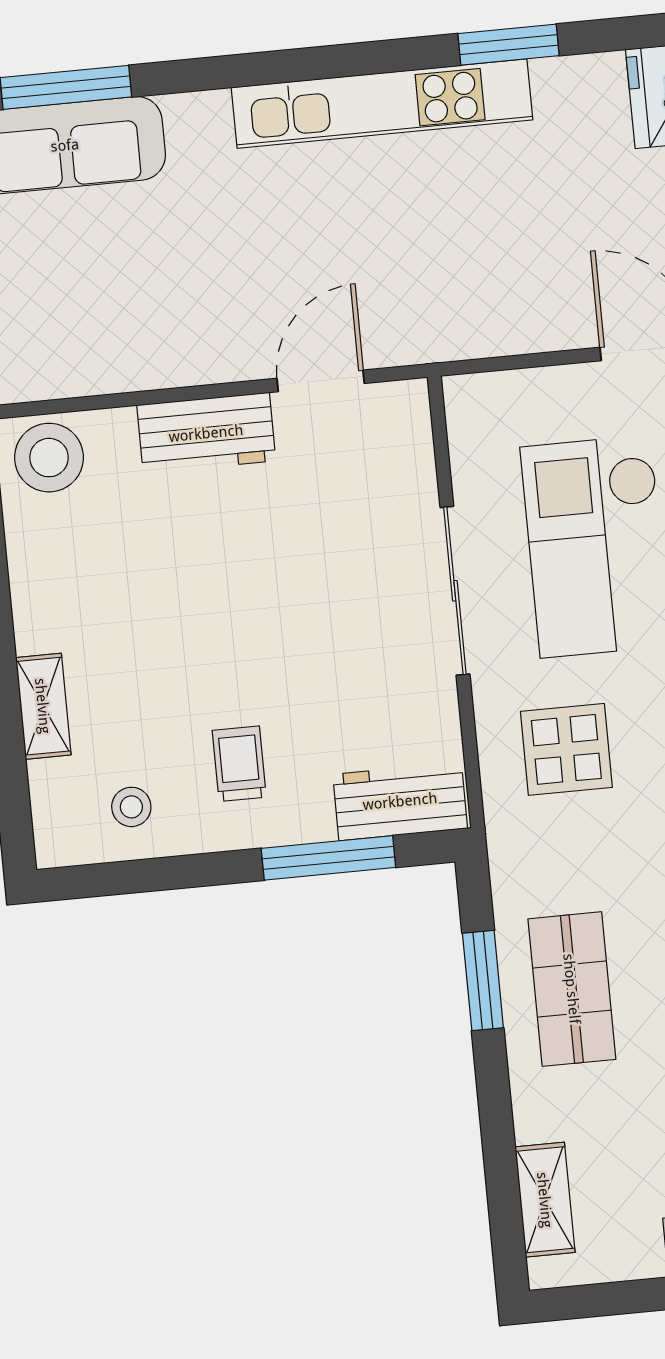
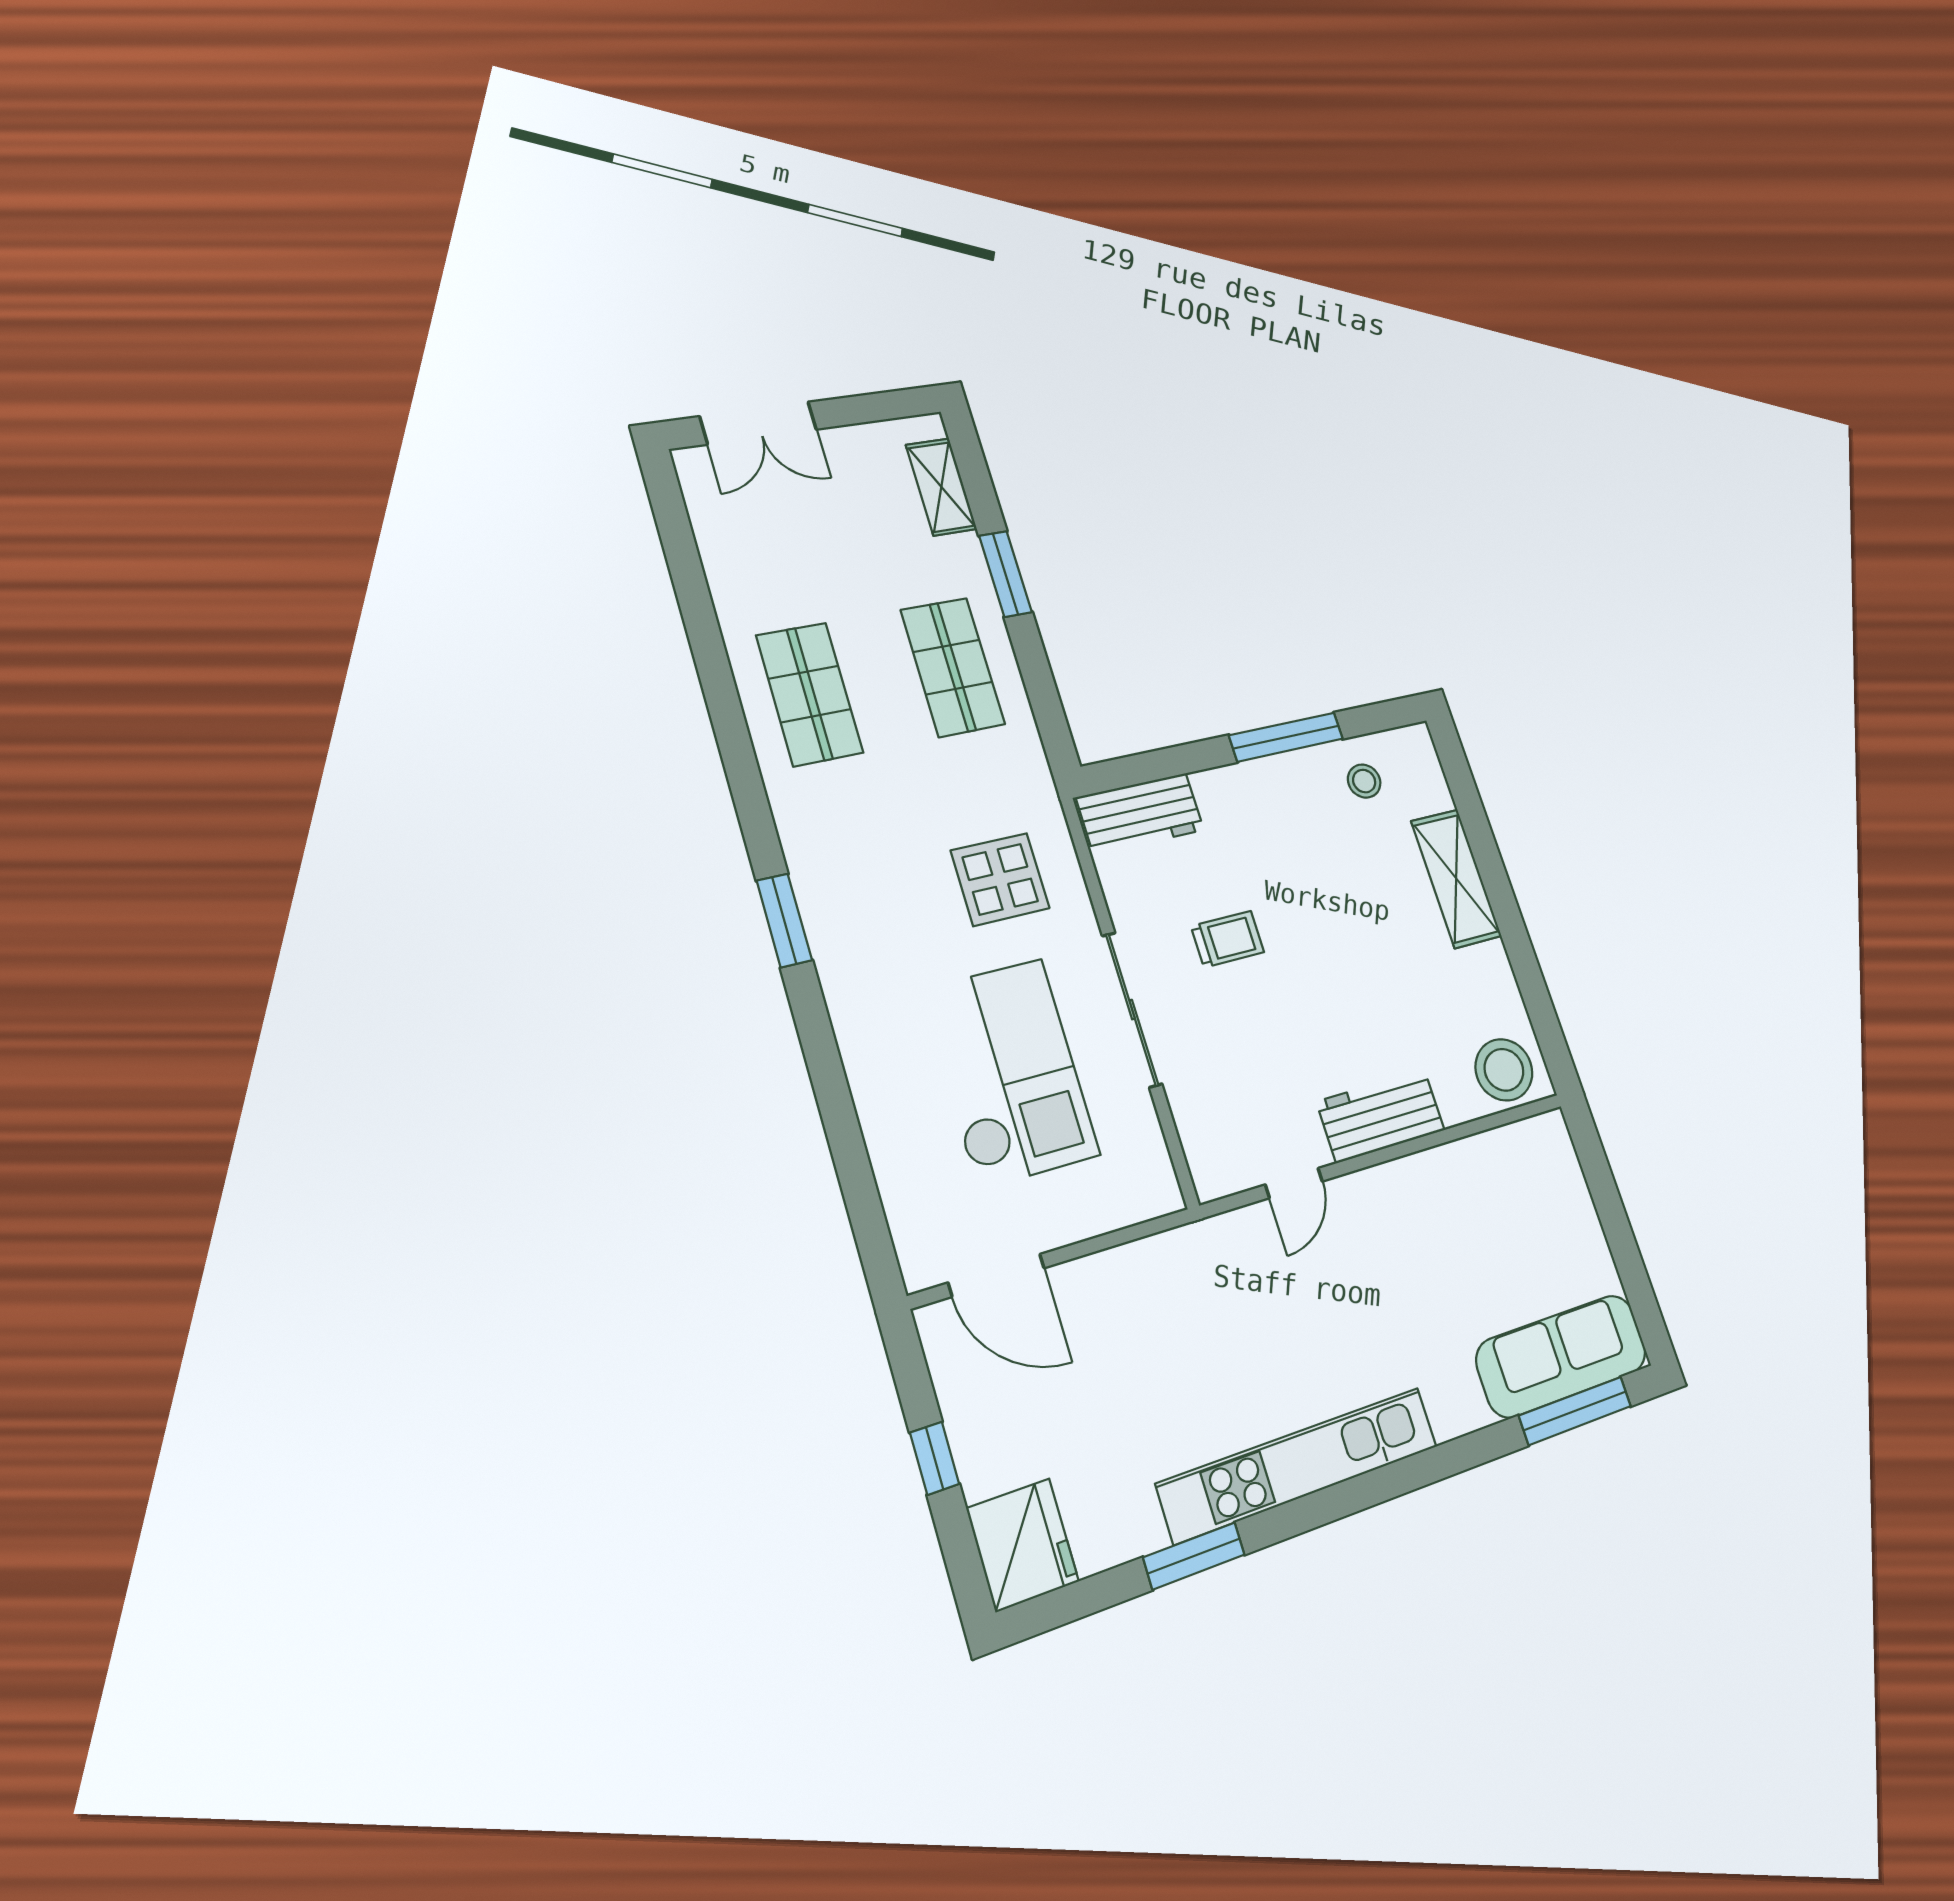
door: (321, 381) -> (1294, 1183), width x0.73
shelving: (43, 706) -> (1456, 878), width x1.50, depth x1.33
trolley: (239, 764) -> (1228, 939), moved, turned -90
window: (328, 858) -> (1286, 737), moved
window: (483, 980) -> (1005, 574), moved

